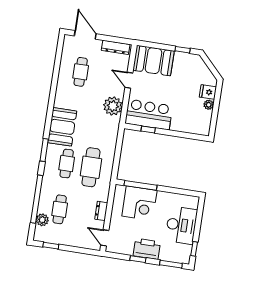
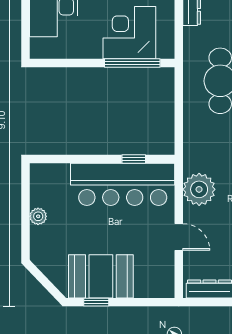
booth: (154, 61) -> (101, 276), moved
fridge: (208, 92) -> (43, 238), removed
bar counter: (149, 115) -> (123, 184), width x1.36

